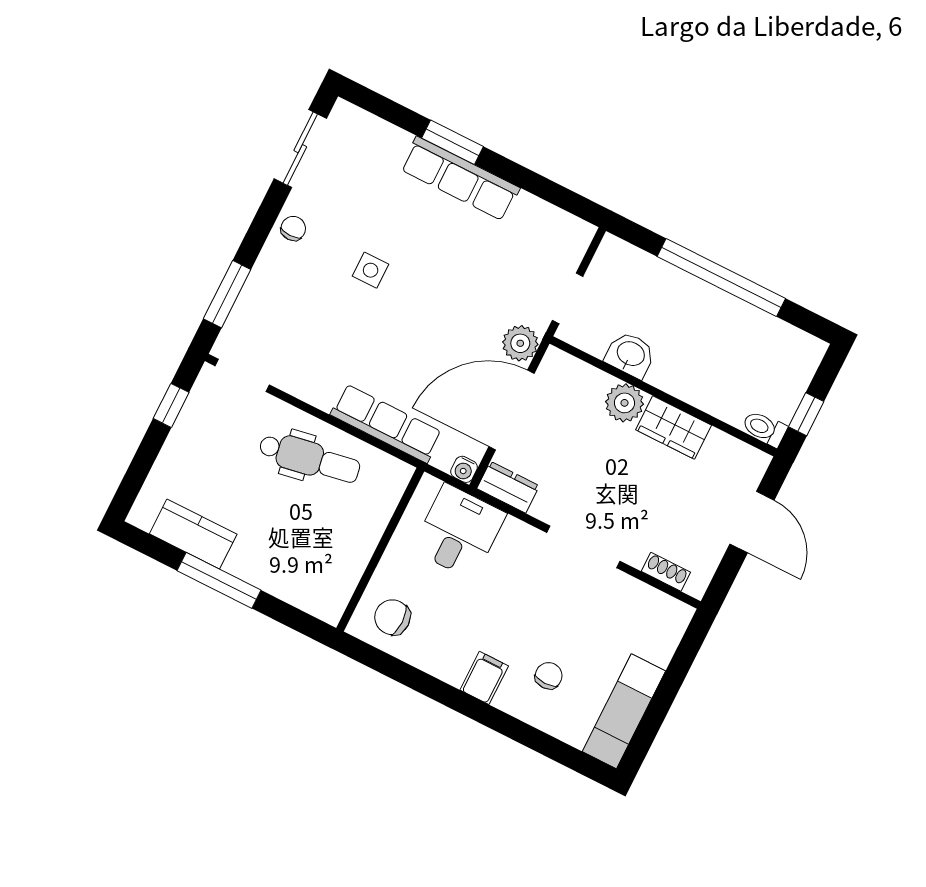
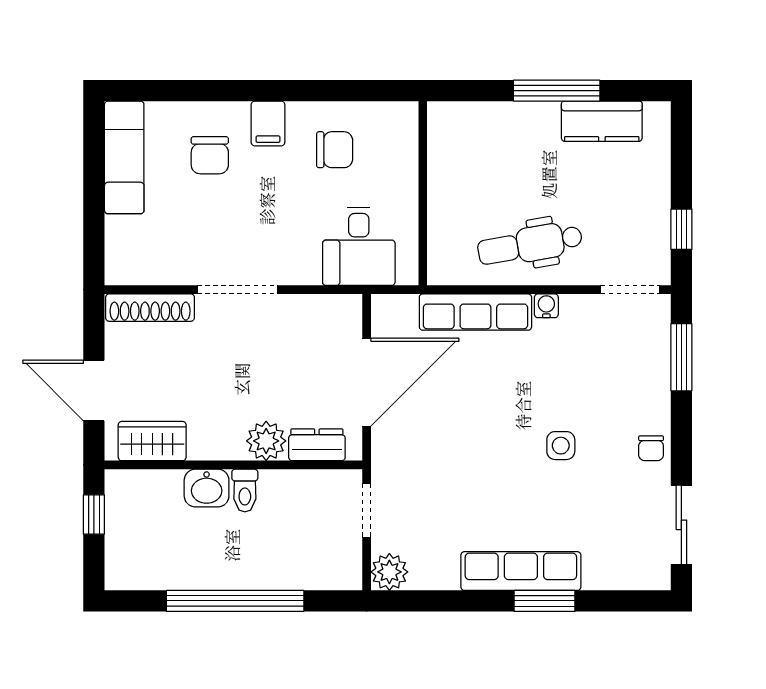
plant: (520, 343) -> (389, 572), moved
washbasin: (630, 355) -> (207, 488), moved
wardrobe: (674, 428) -> (152, 441), moved
toilet: (764, 428) -> (245, 490), moved, turned 90
water cooler: (464, 469) -> (546, 306), moved
dresser: (508, 487) -> (317, 445), moved, turned 180
shoe rack: (666, 572) -> (150, 308), width x1.94, depth x1.24
chair: (392, 617) -> (335, 150), moved
chair: (549, 676) -> (210, 155), width x1.37, depth x1.37

